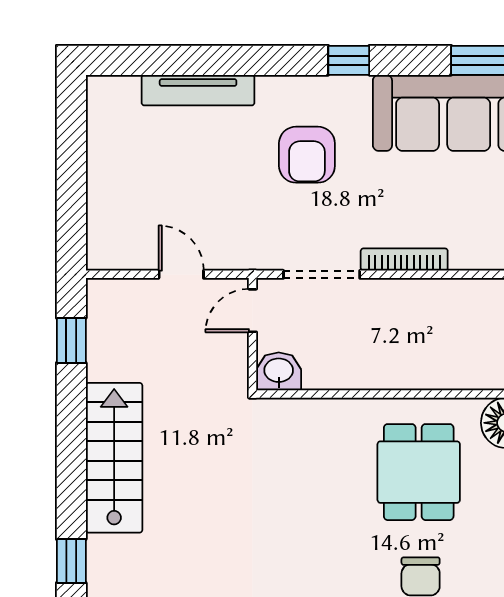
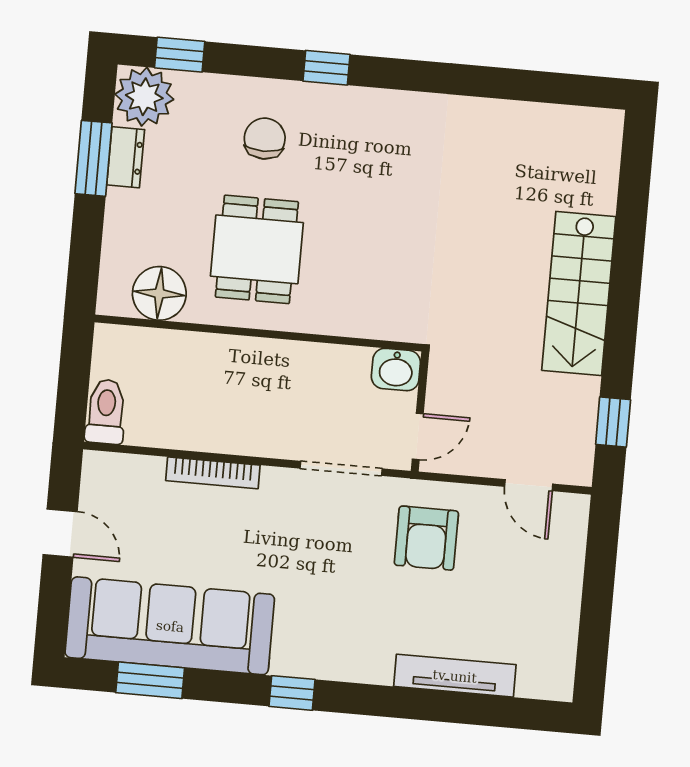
armchair: (307, 155) -> (426, 538), moved, turned 180
bookcase: (404, 260) -> (213, 473), moved
door: (181, 274) -> (529, 485), moved
window: (71, 561) -> (634, 188), removed

